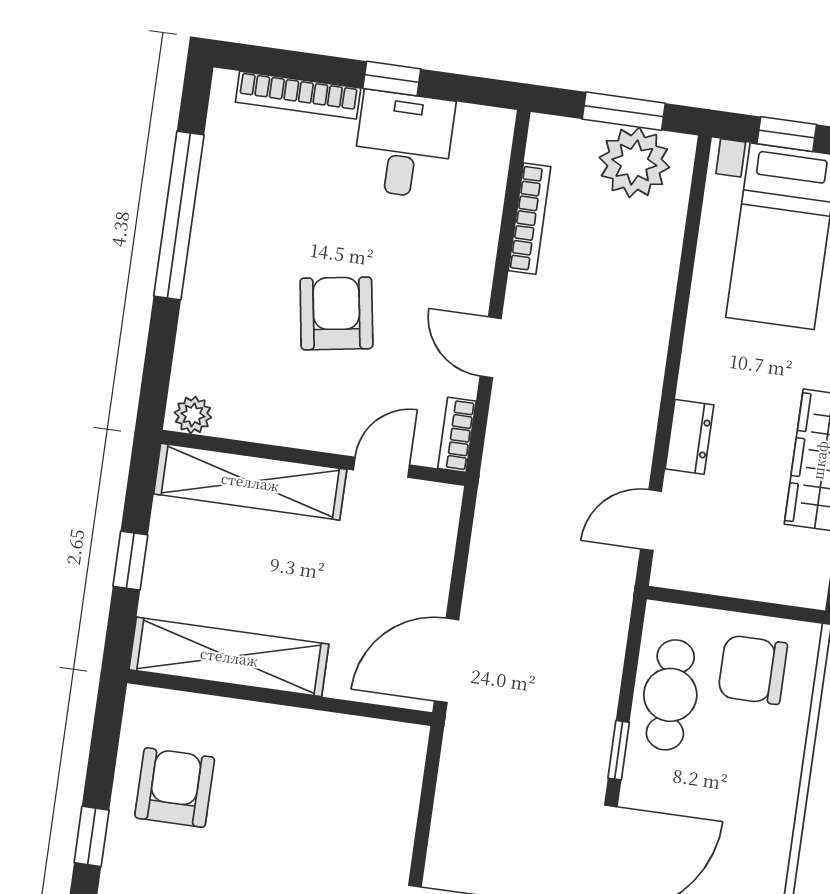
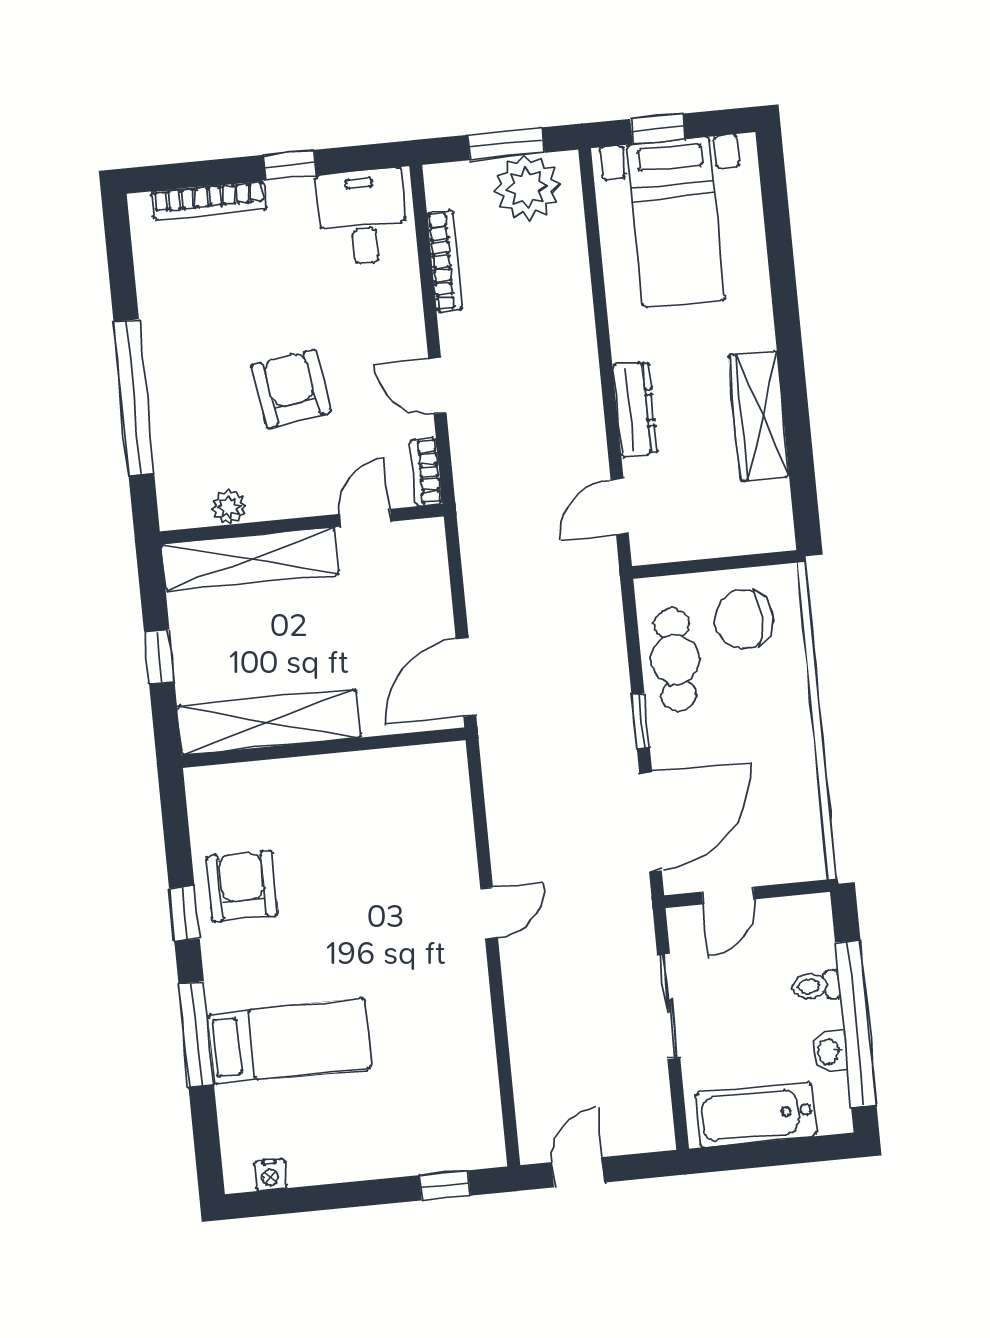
desk: (403, 145) -> (362, 217), moved
window: (179, 215) -> (134, 397), moved
plant: (193, 415) -> (229, 507), moved
dresser: (689, 437) -> (635, 409), width x1.44
armchair: (175, 788) -> (242, 886), moved

